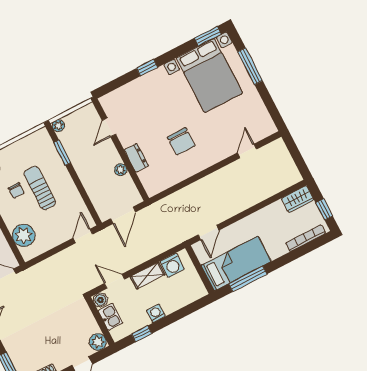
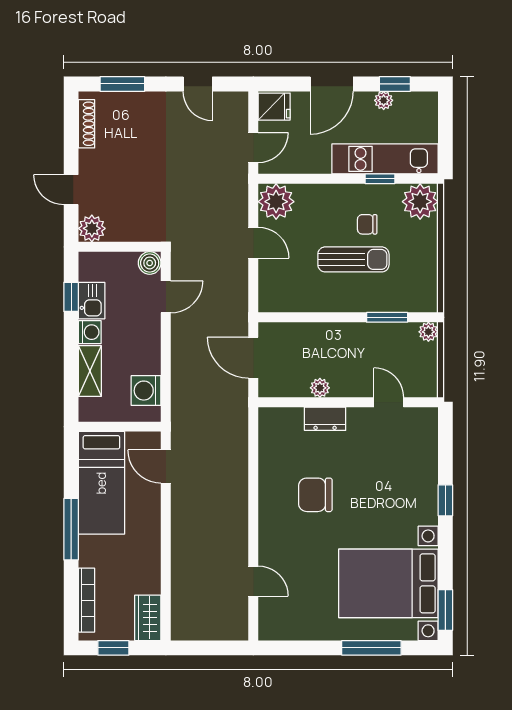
plant: (24, 235) -> (276, 202), moved
door: (83, 236) -> (253, 243), moved
shelving: (148, 276) -> (90, 371), moved
window: (248, 279) -> (71, 529), moved
kitchen sink: (110, 317) -> (92, 301), moved, turned -90

